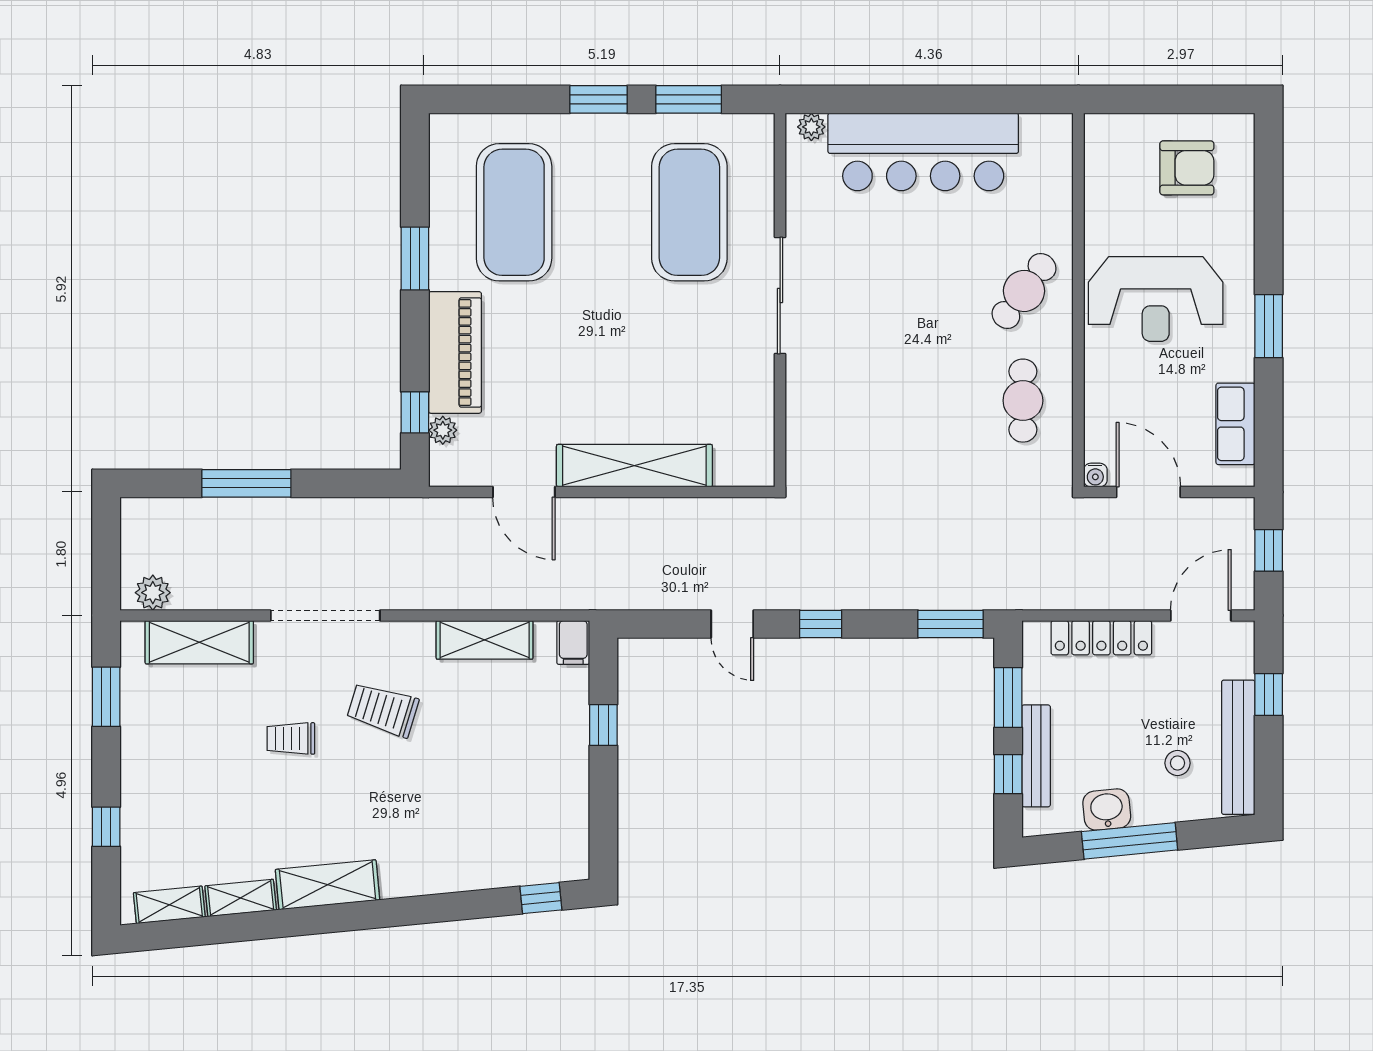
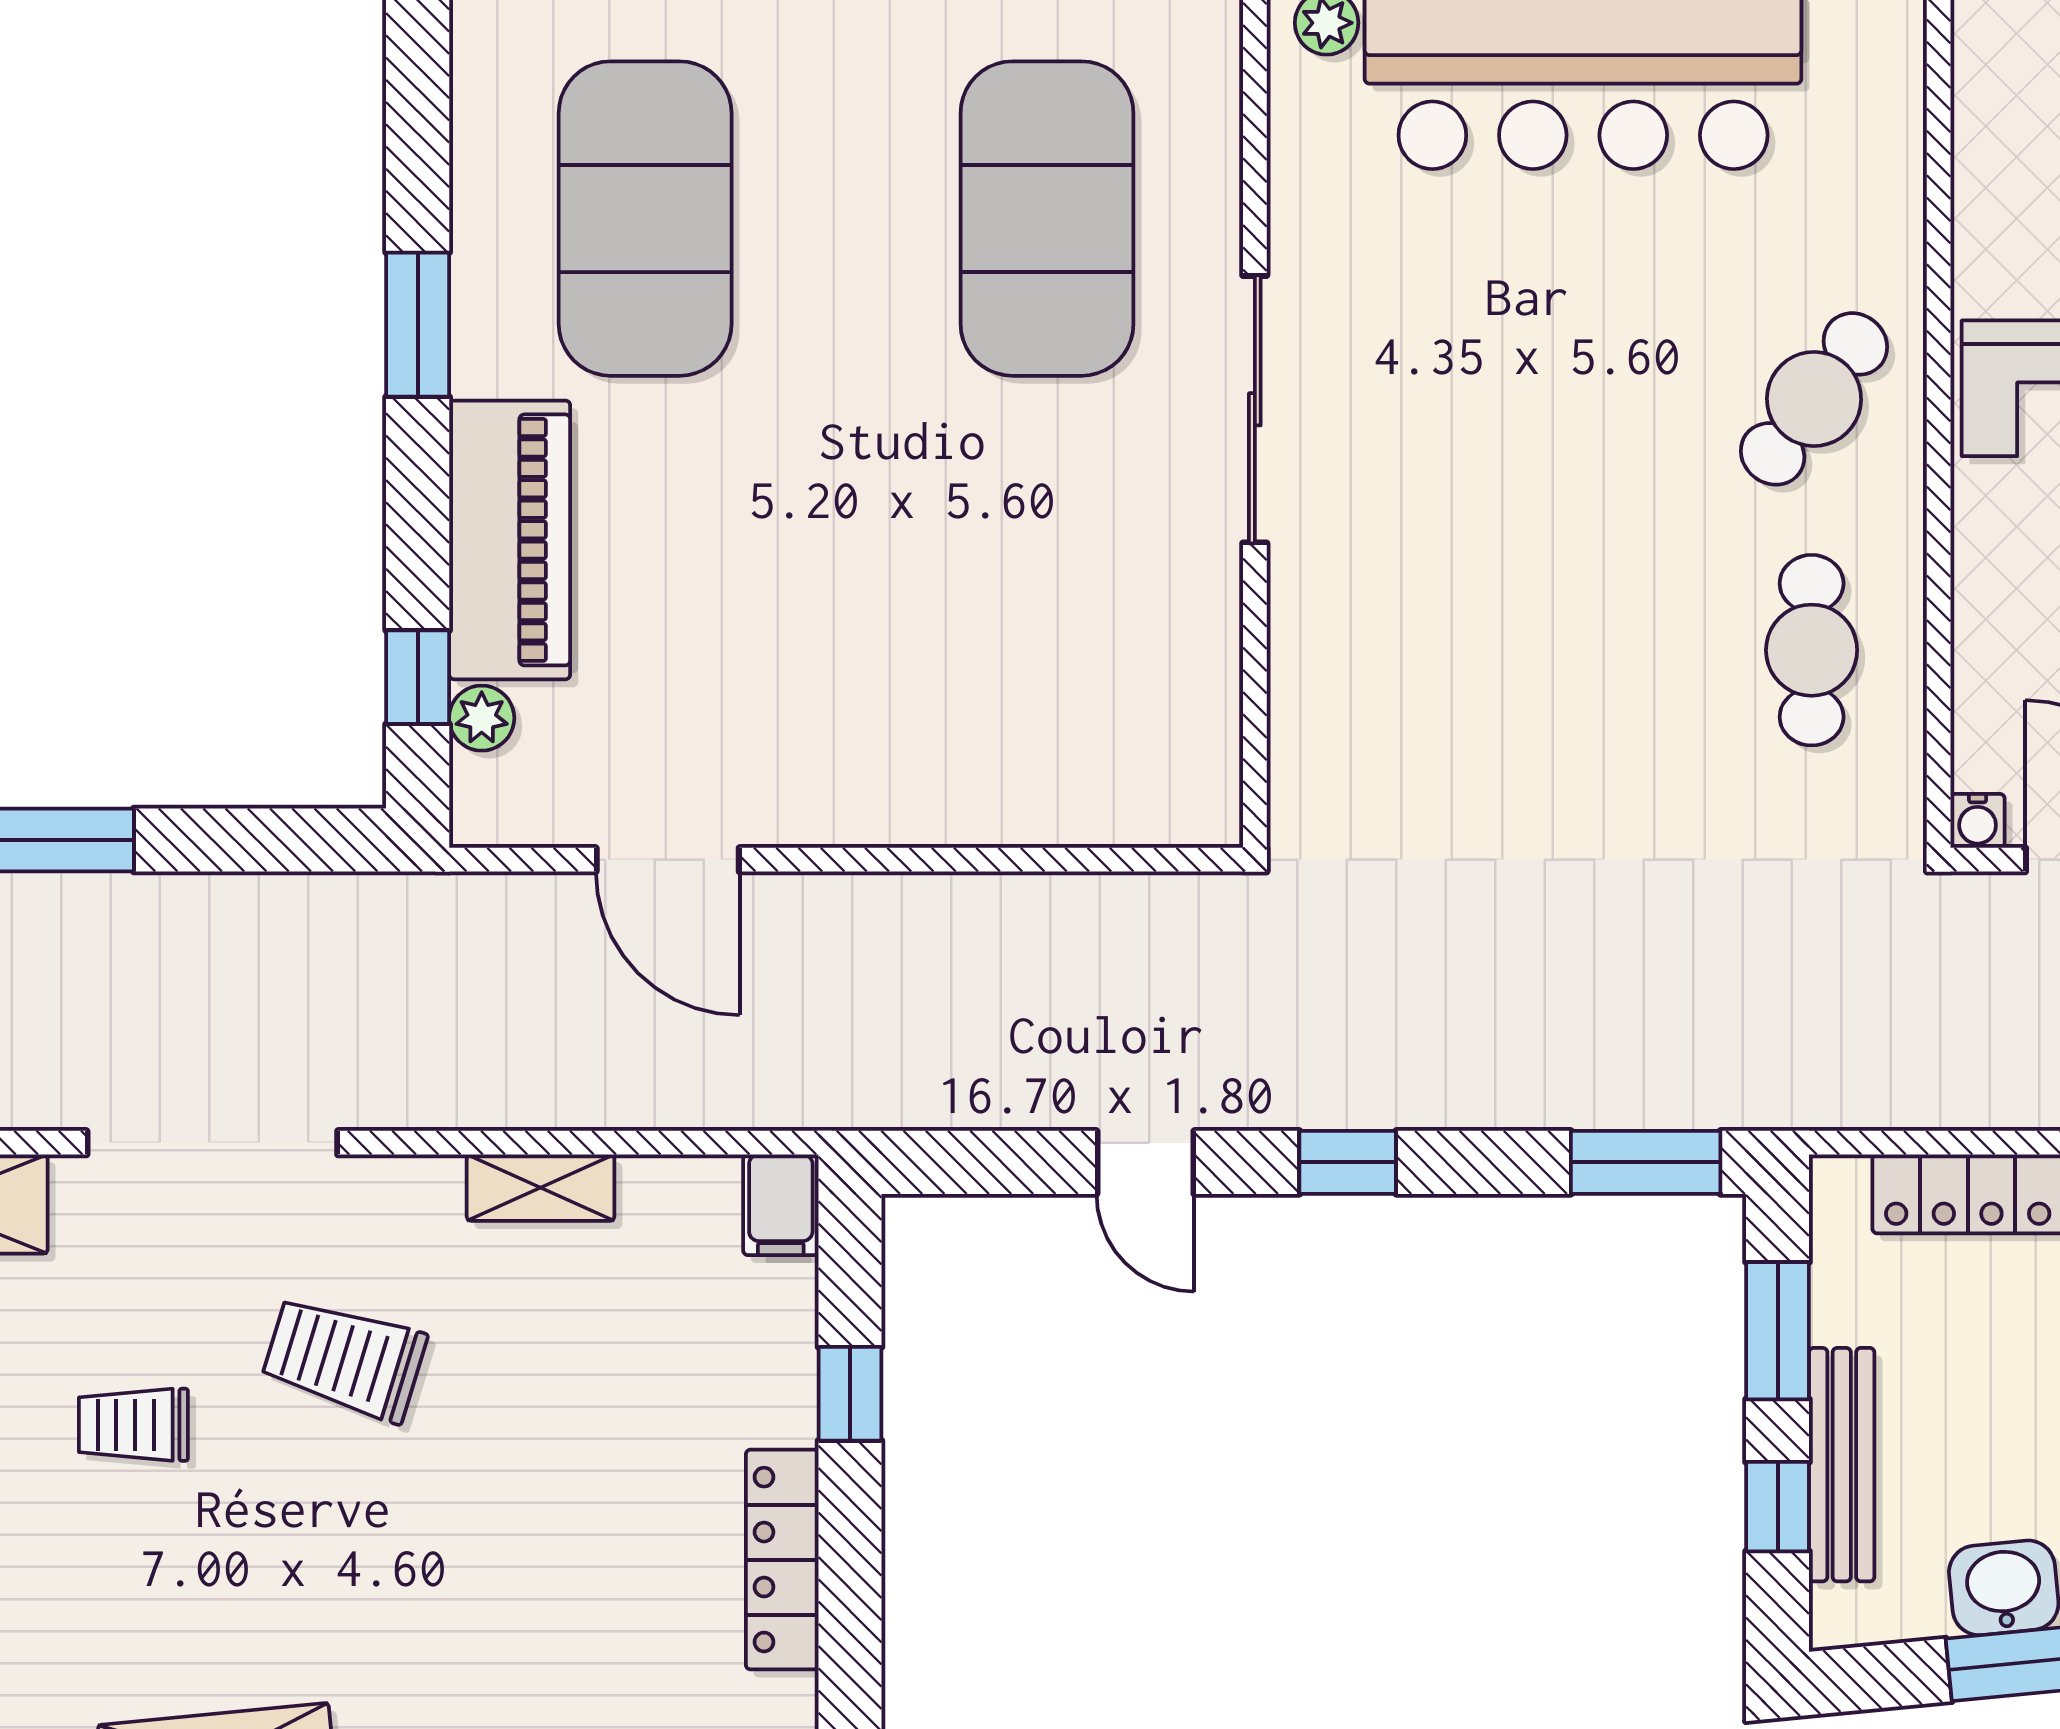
shelving: (634, 466) -> (921, 799), removed
shelving: (485, 640) -> (541, 1188), width x0.67, depth x0.75
locker: (574, 797) -> (782, 1560), added

